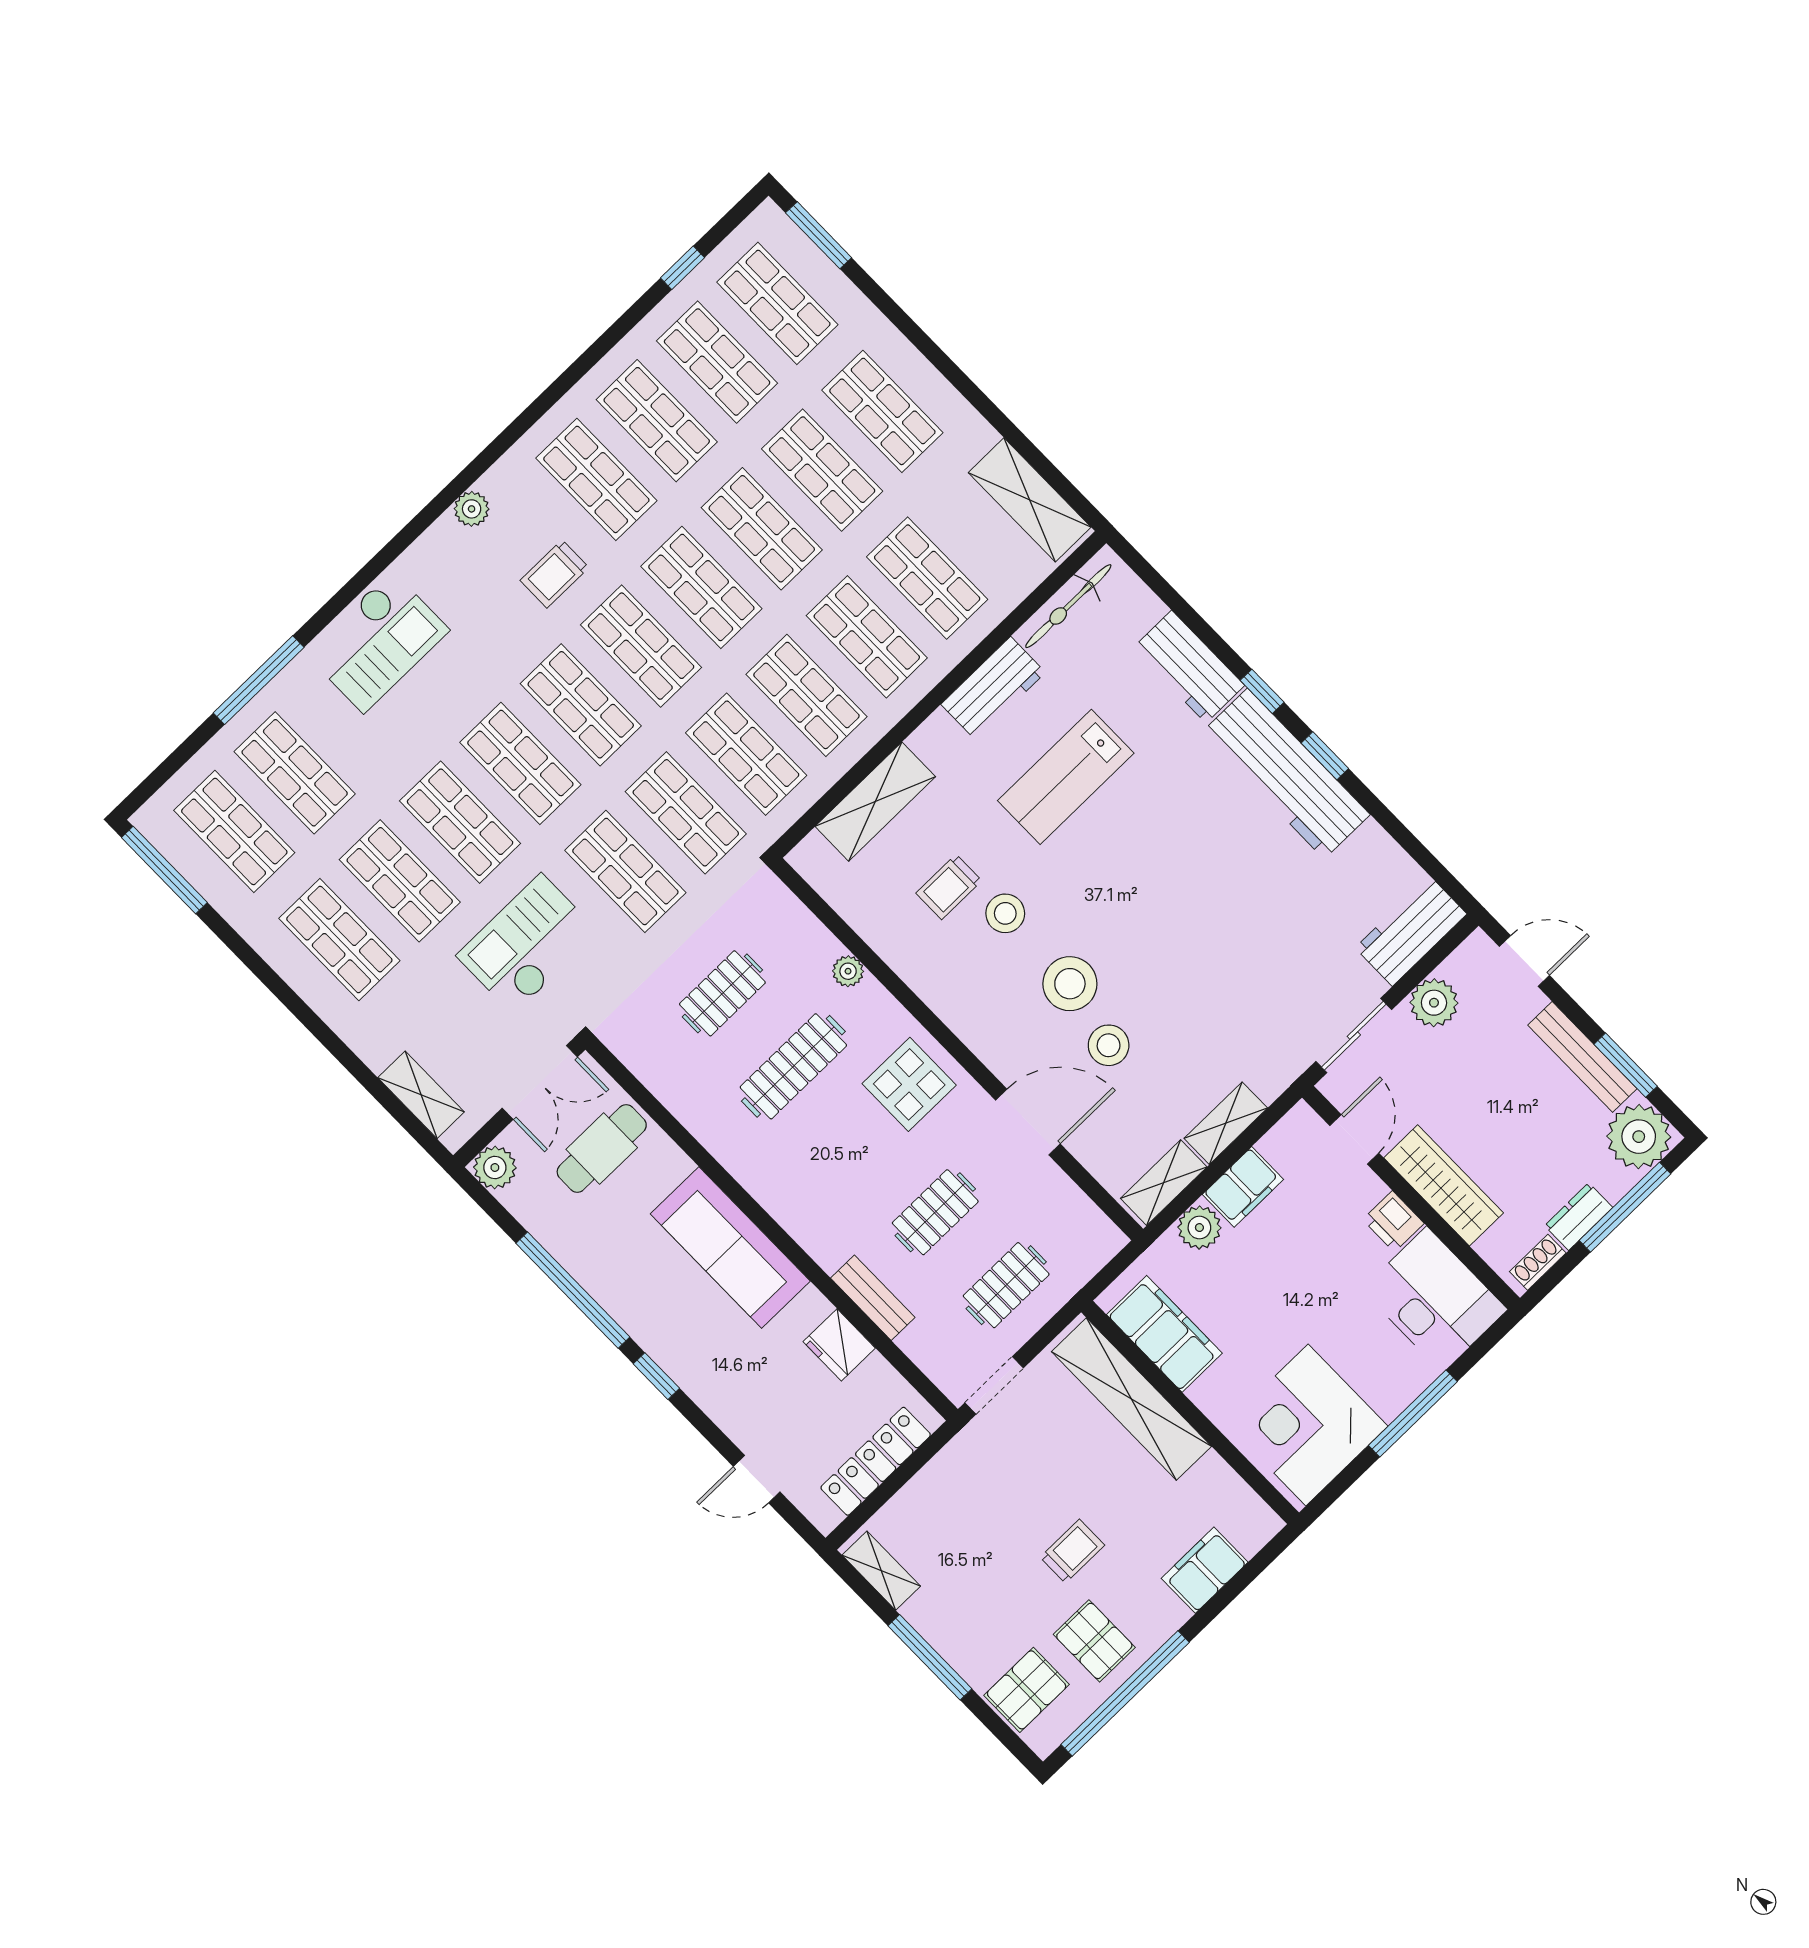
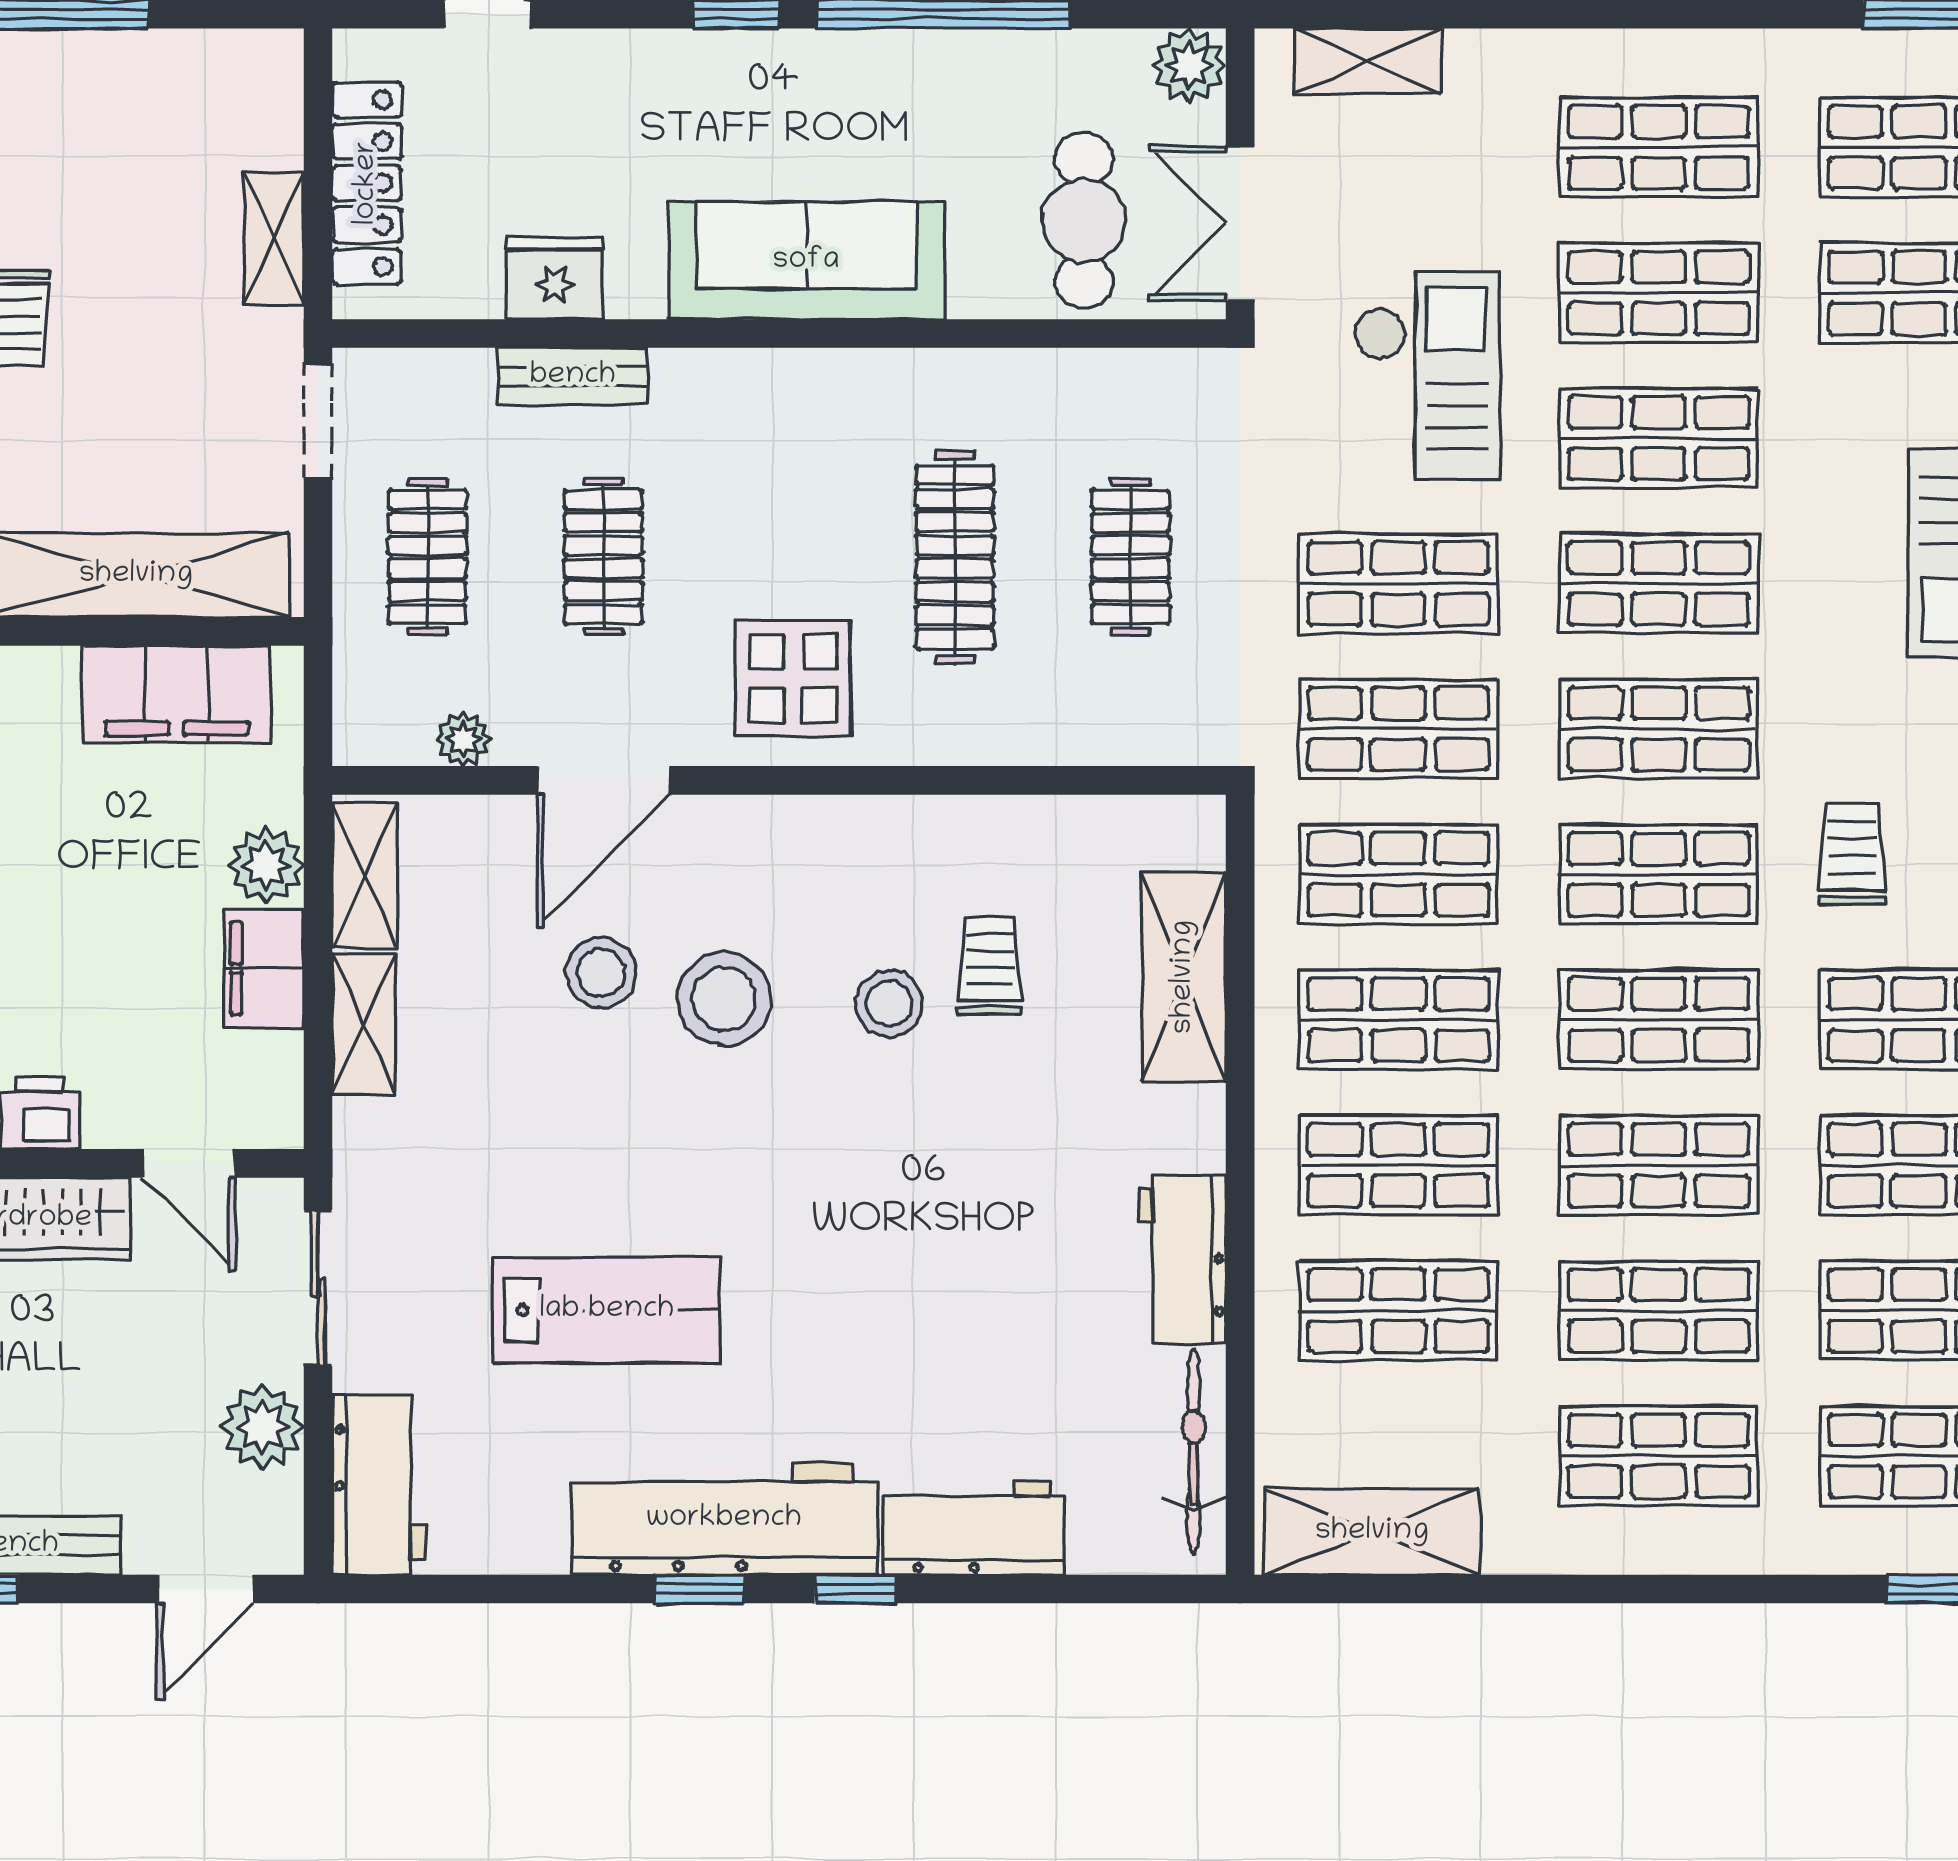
lab bench: (1066, 777) -> (607, 1310), moved, turned 90
plant: (848, 971) -> (463, 739), moved
shelving: (881, 1571) -> (274, 238), moved, turned 90

